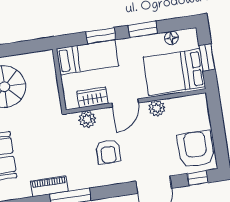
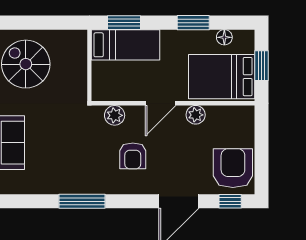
window: (101, 36) -> (124, 23), moved
wardrobe: (92, 98) -> (124, 92), removed
piano: (49, 186) -> (60, 185), removed

